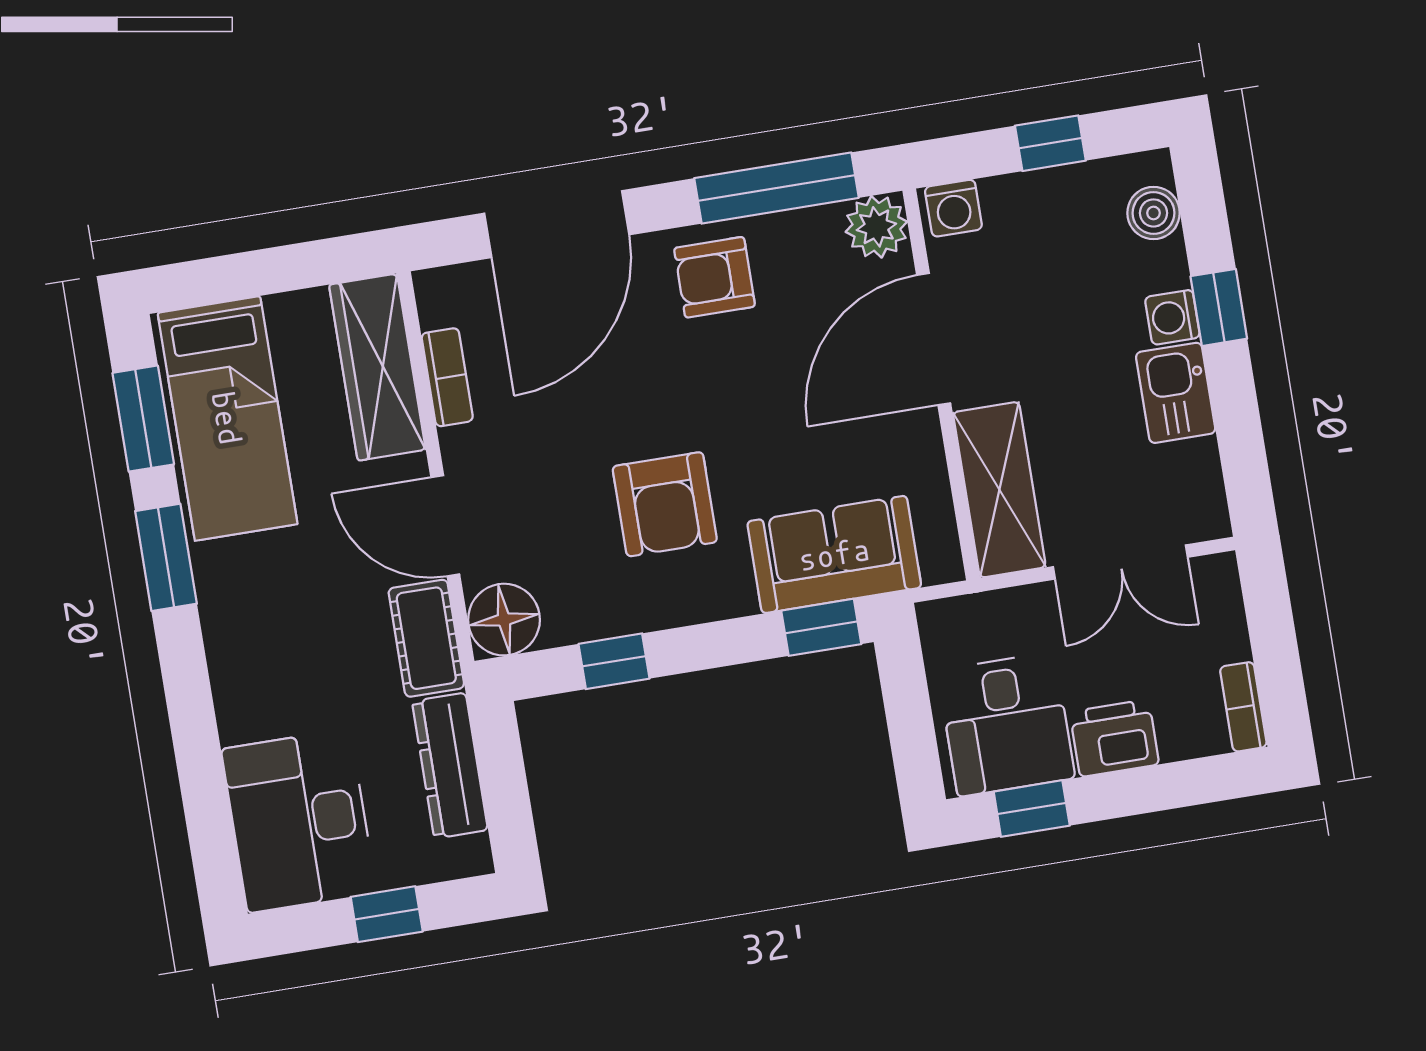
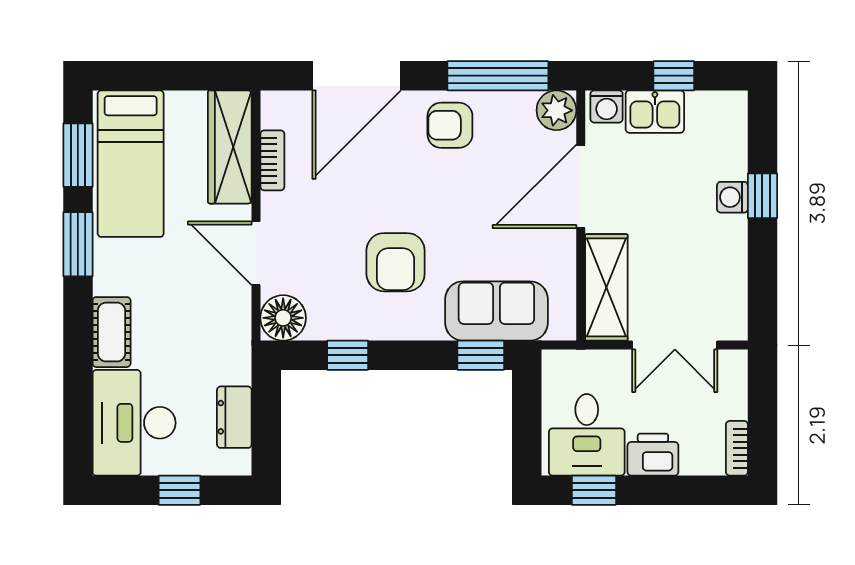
boiler: (1153, 213) -> (731, 130), removed
kitchen sink: (1176, 393) -> (655, 112), moved, turned -90
cot: (426, 638) -> (112, 332), moved
dresser: (450, 766) -> (234, 417), width x0.70

